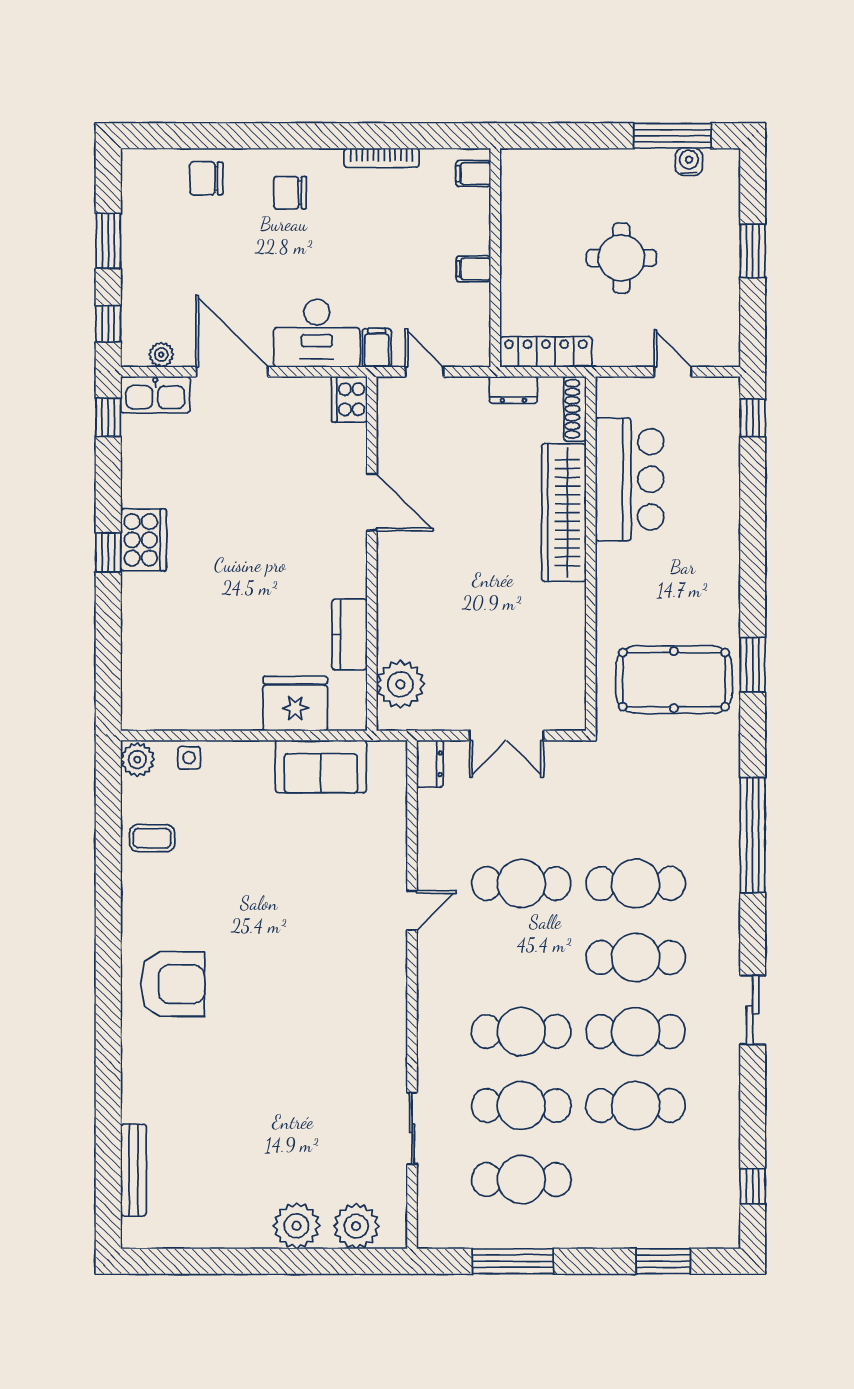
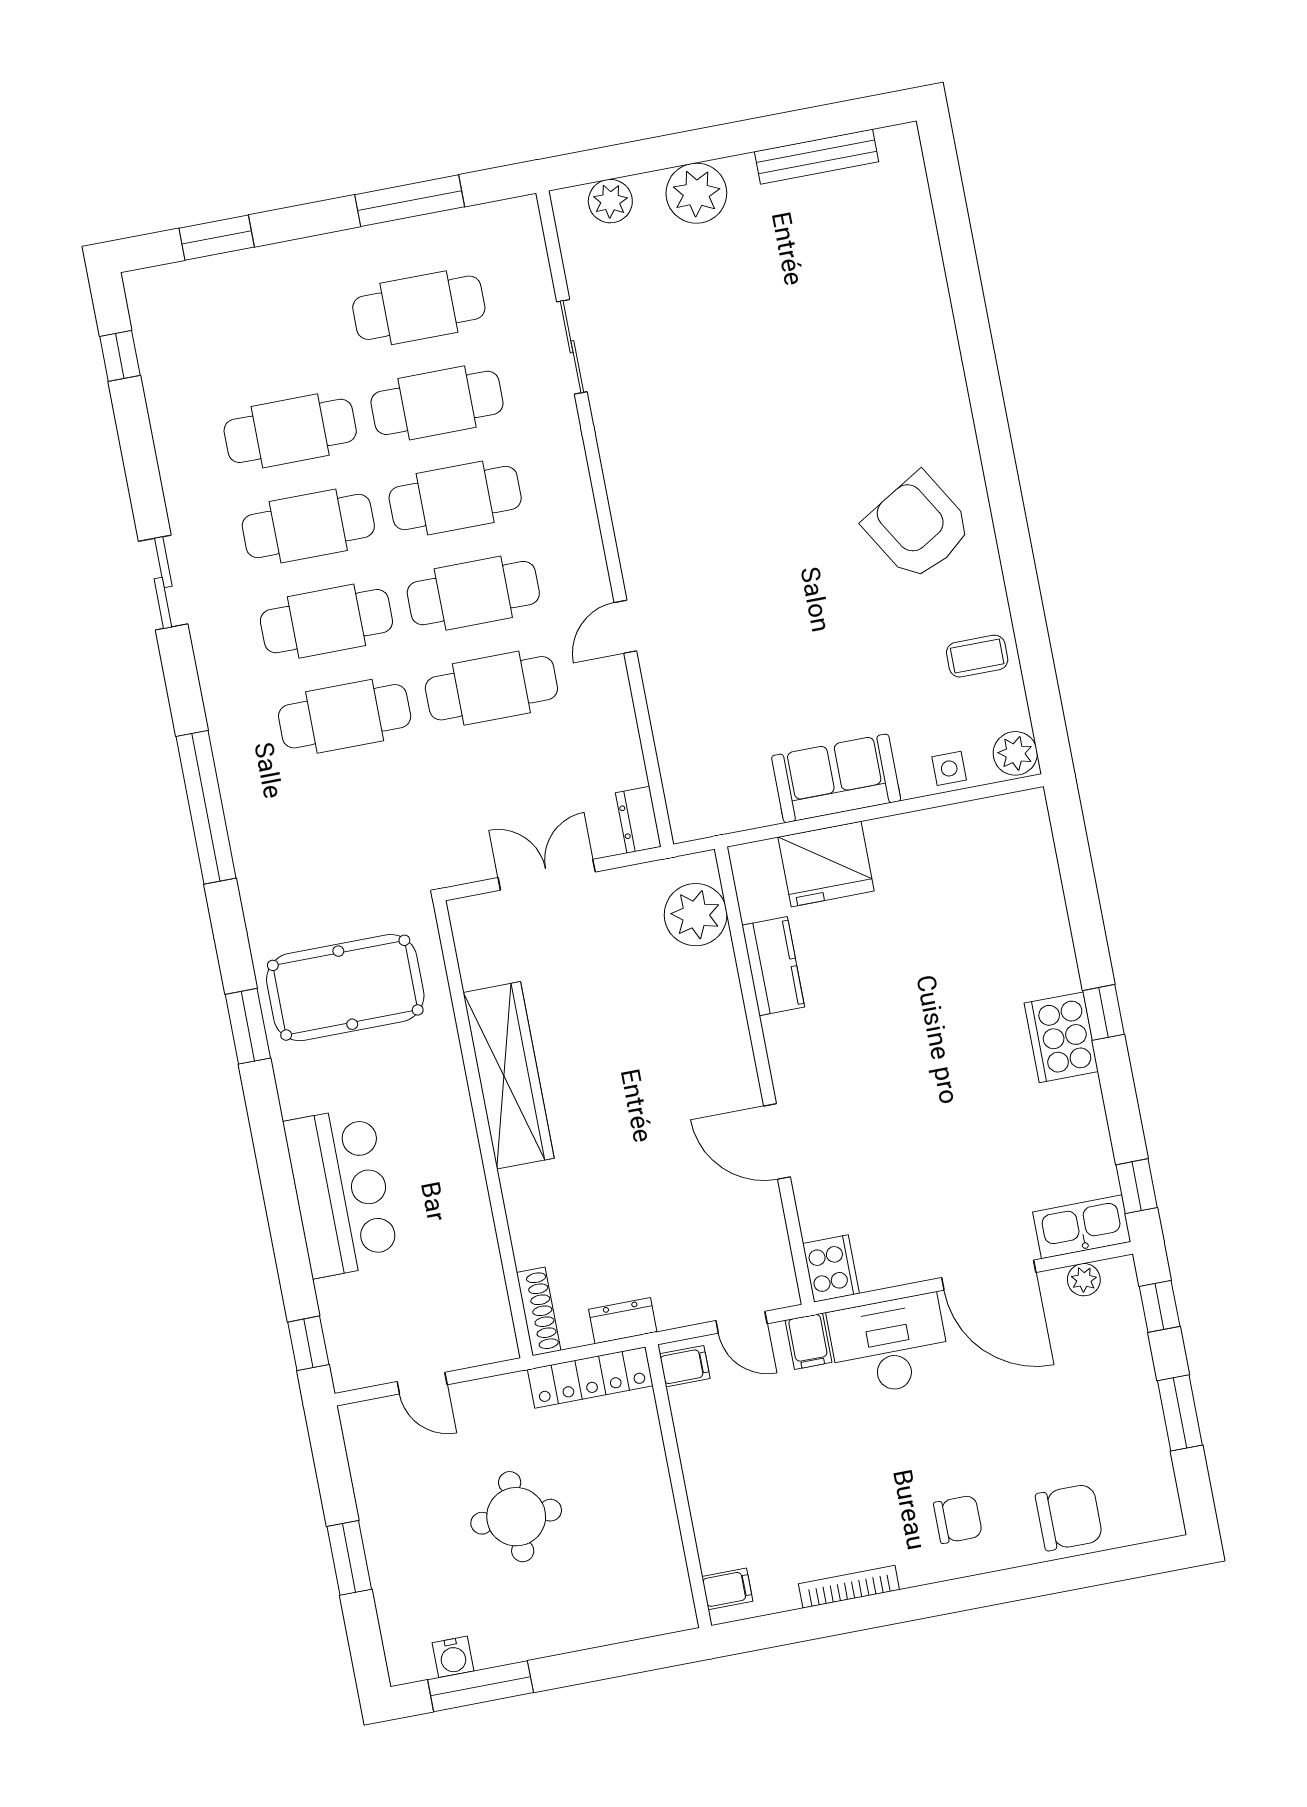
chair: (206, 178) -> (1069, 1517), width x1.37, depth x1.37
filing cabinet: (473, 269) -> (685, 1366), moved
bar counter: (630, 479) -> (341, 1192), moved, turned 180
wardrobe: (564, 513) -> (509, 1075), moved
sofa: (321, 766) -> (836, 778), moved
cafe table: (521, 958) -> (473, 593), added
armchair: (173, 984) -> (918, 527), moved, turned 59
bench: (133, 1170) -> (817, 157), moved, turned 90
plant: (356, 1226) -> (610, 201), width x0.73, depth x0.73

